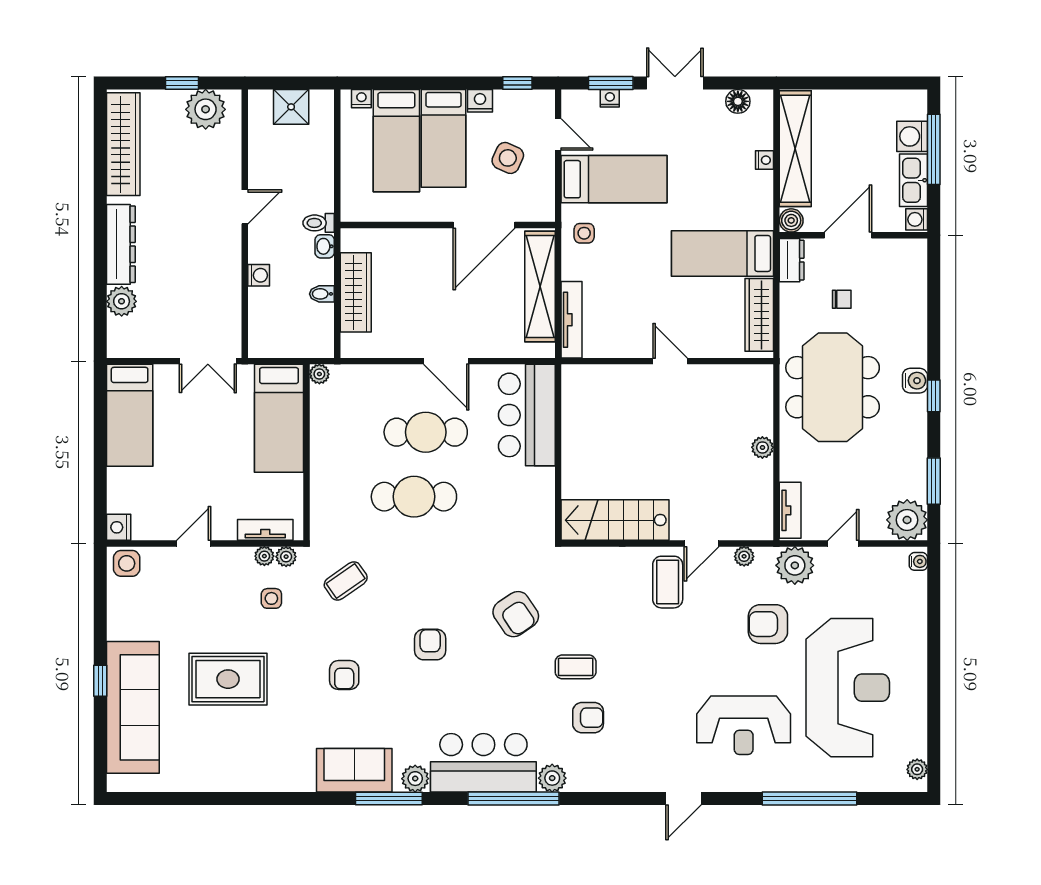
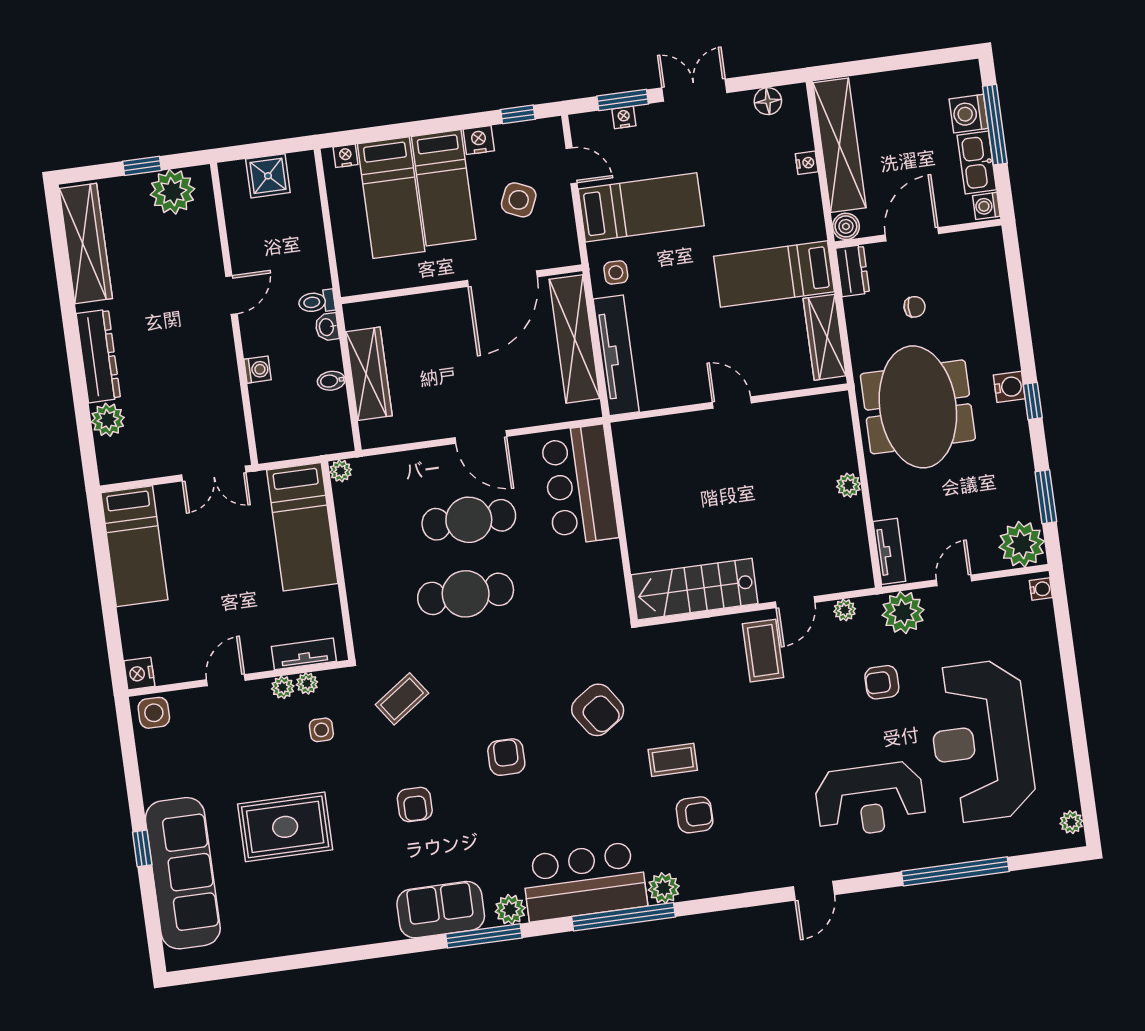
tv unit: (572, 320) -> (616, 355), width x1.36, depth x1.29
plant: (286, 557) -> (283, 687), moved
armchair: (768, 624) -> (882, 682), width x0.72, depth x0.72
reception desk: (848, 688) -> (981, 741), turned 180

